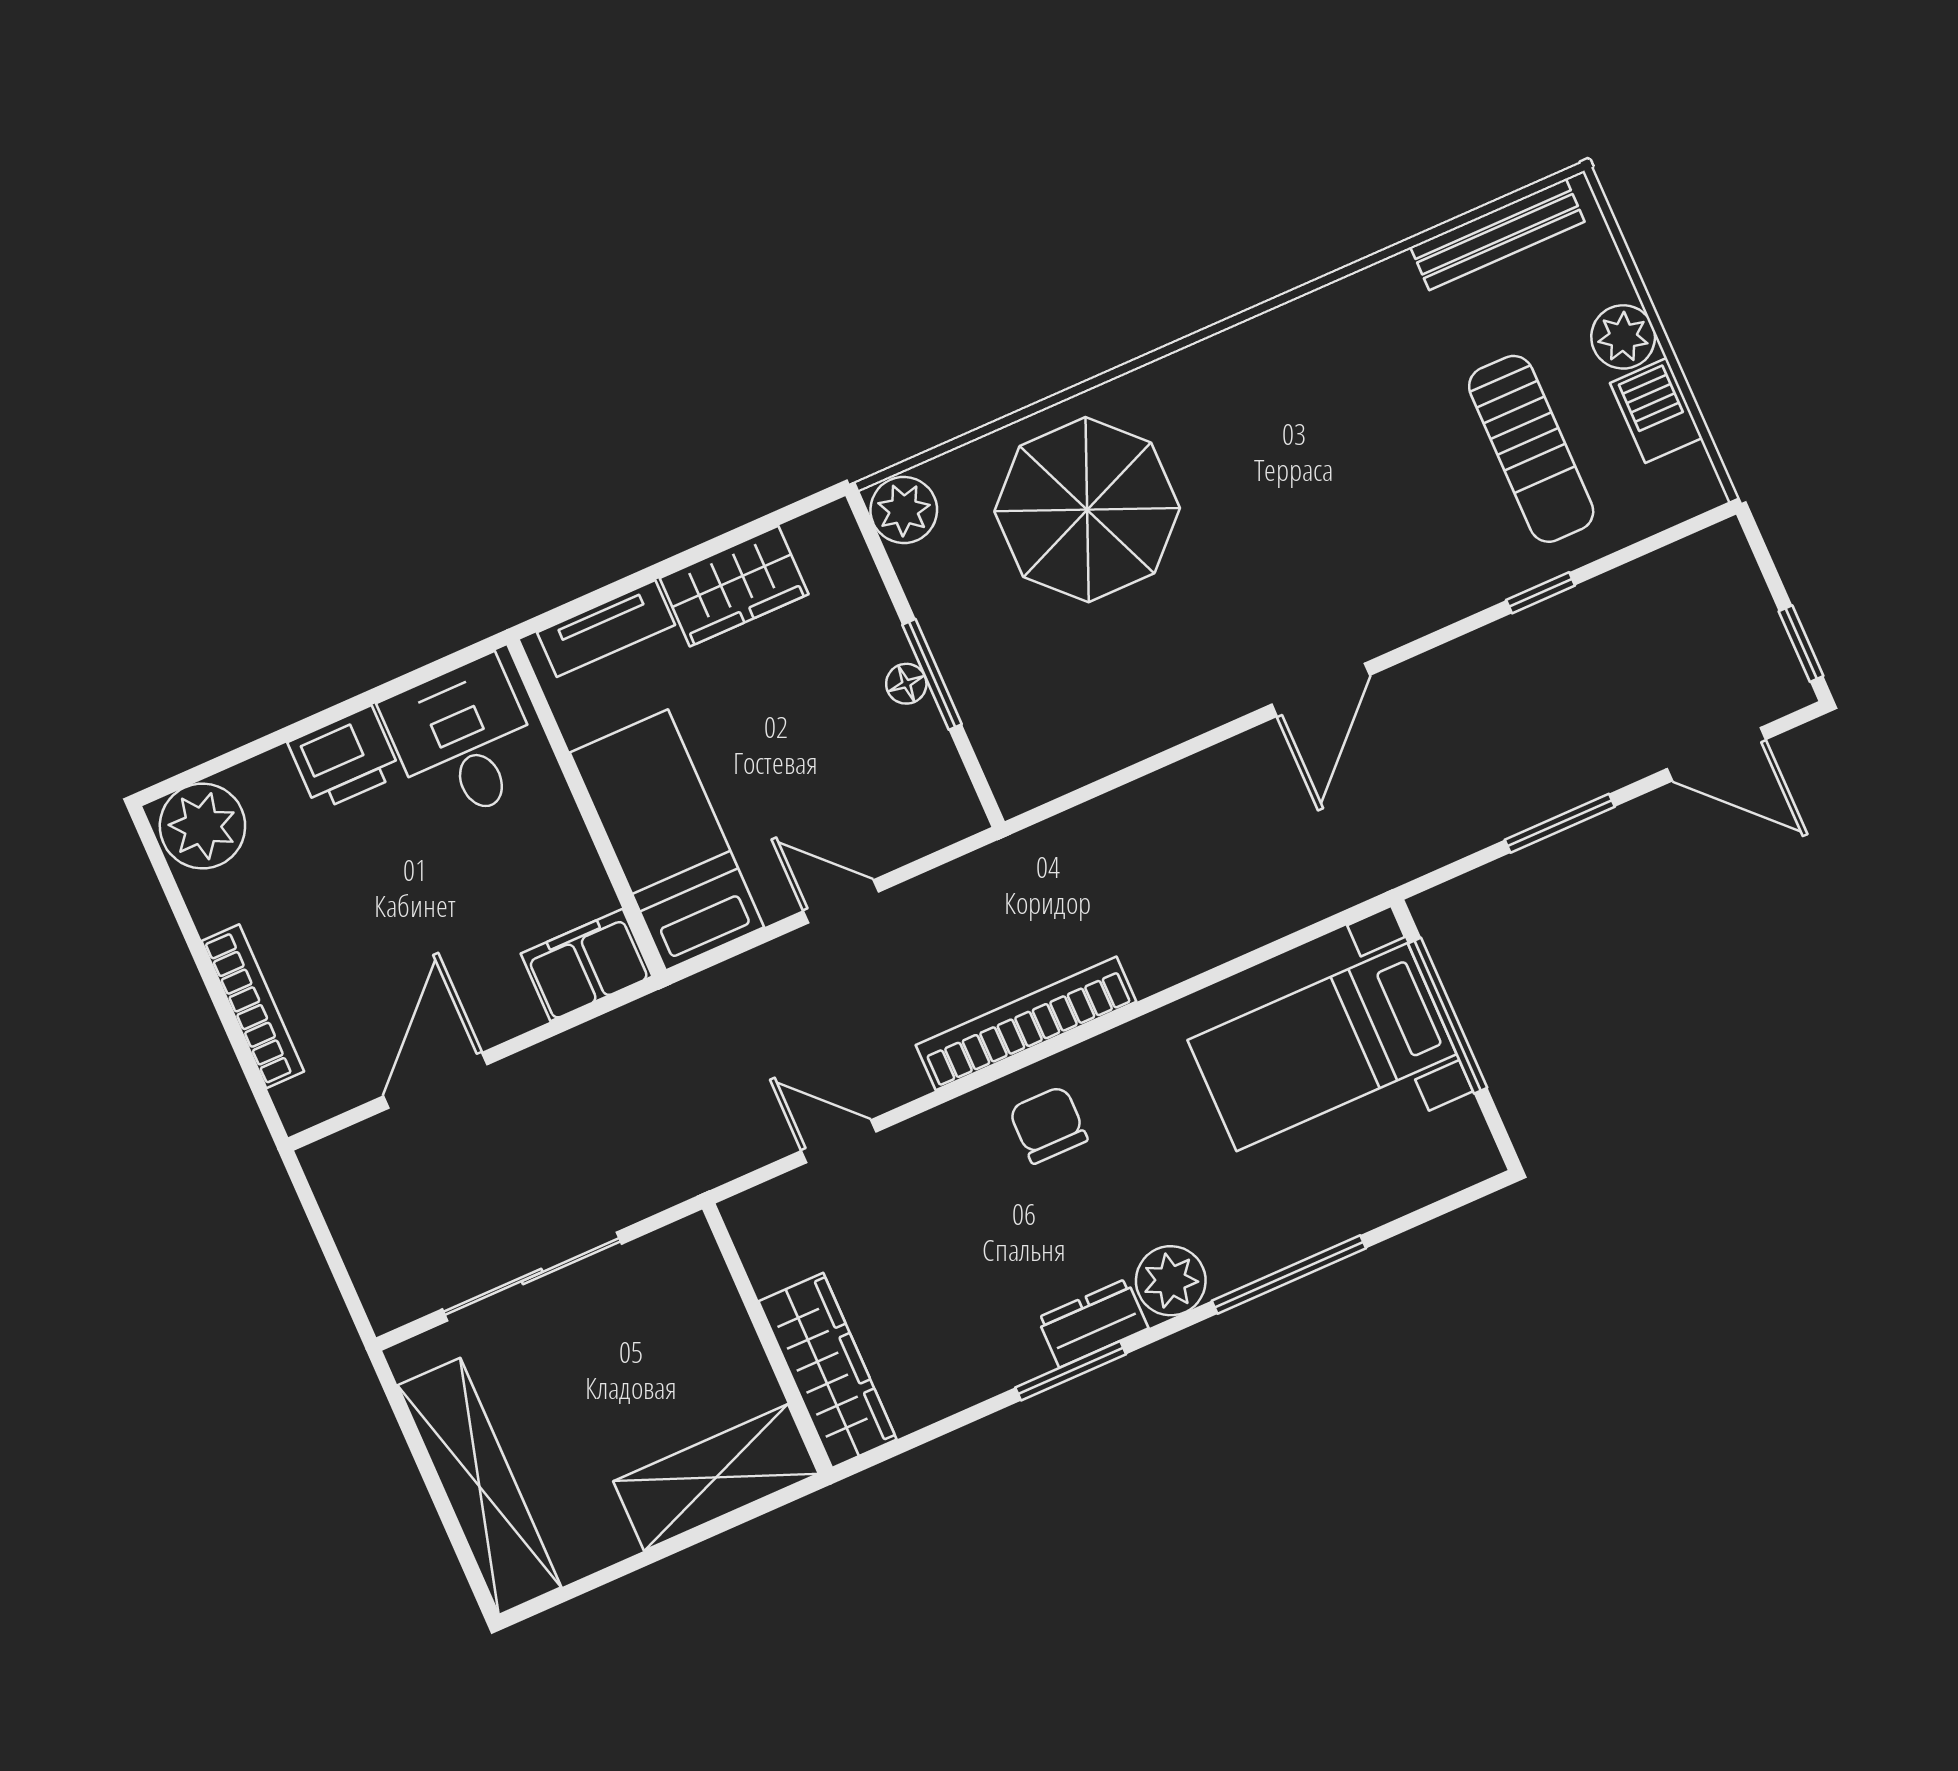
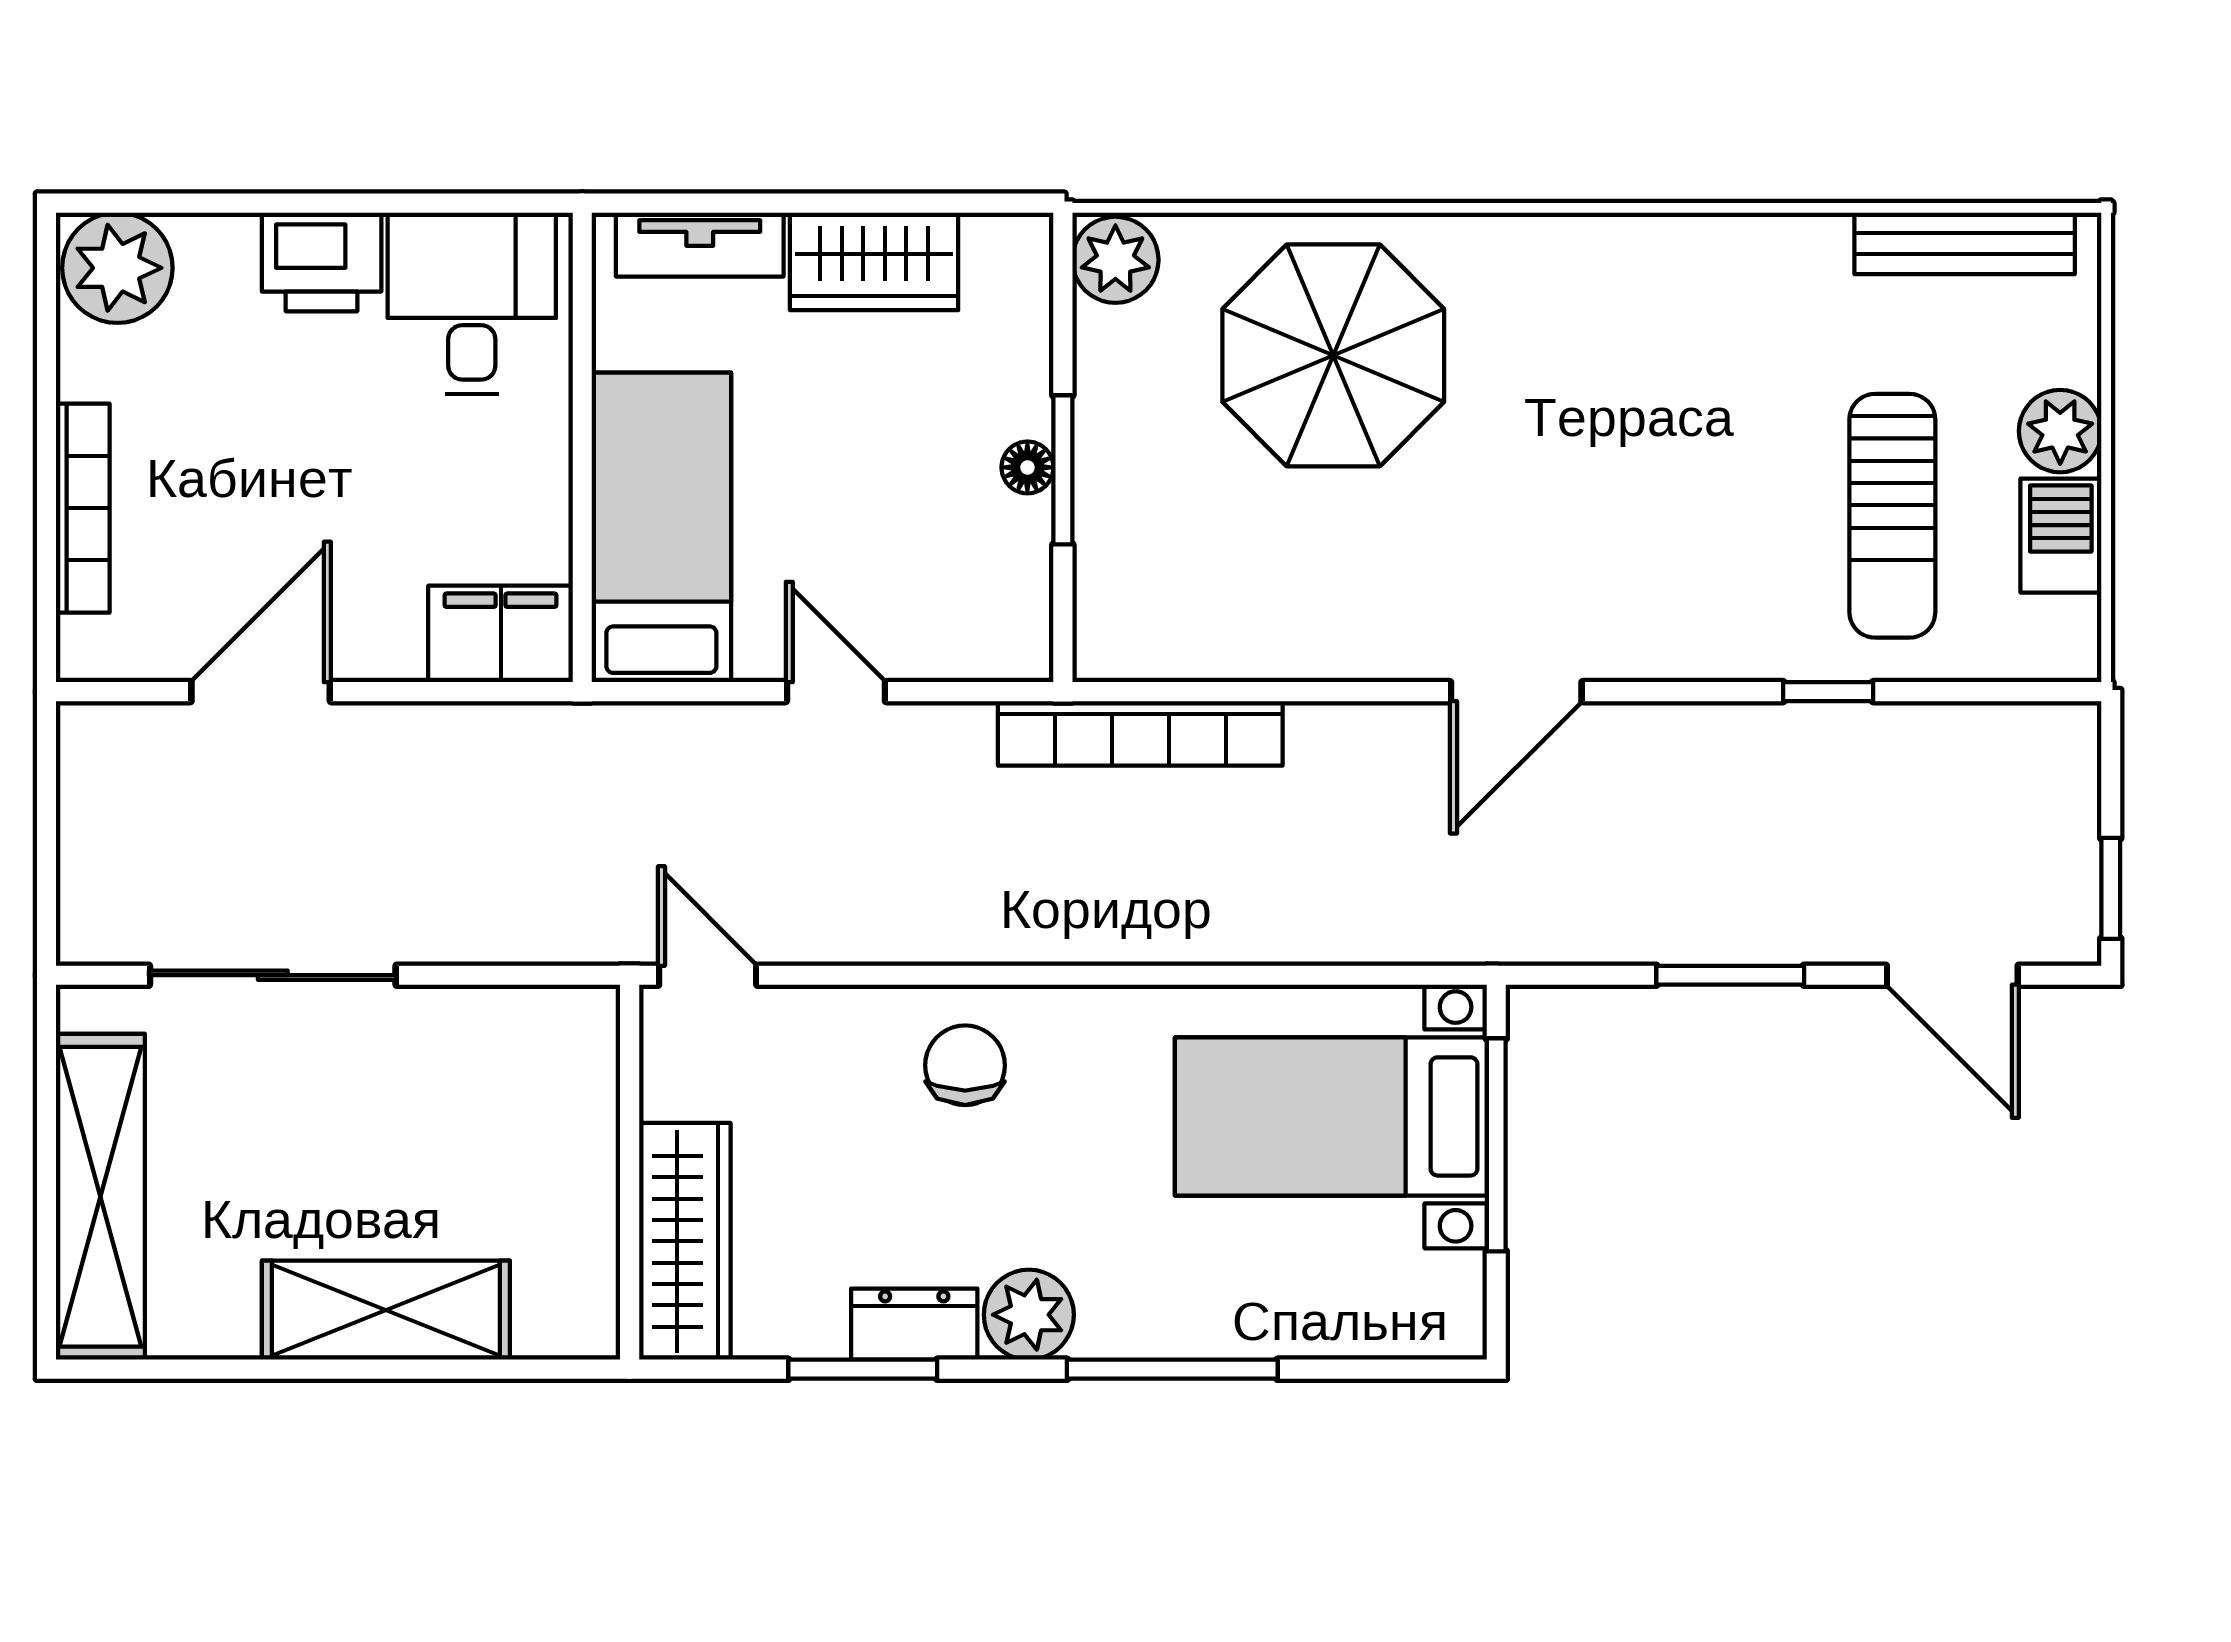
bookcase: (1026, 1023) -> (1140, 733), moved, turned 180
wall: (767, 1339) -> (630, 1172), moved
wardrobe: (828, 1370) -> (685, 1241), moved

